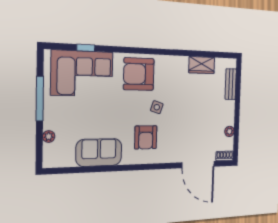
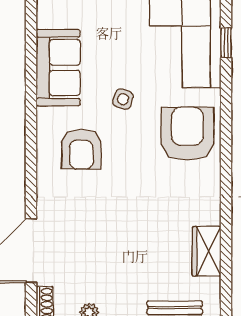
side table: (157, 107) -> (123, 99), moved
armchair: (146, 137) -> (81, 149), turned -90

